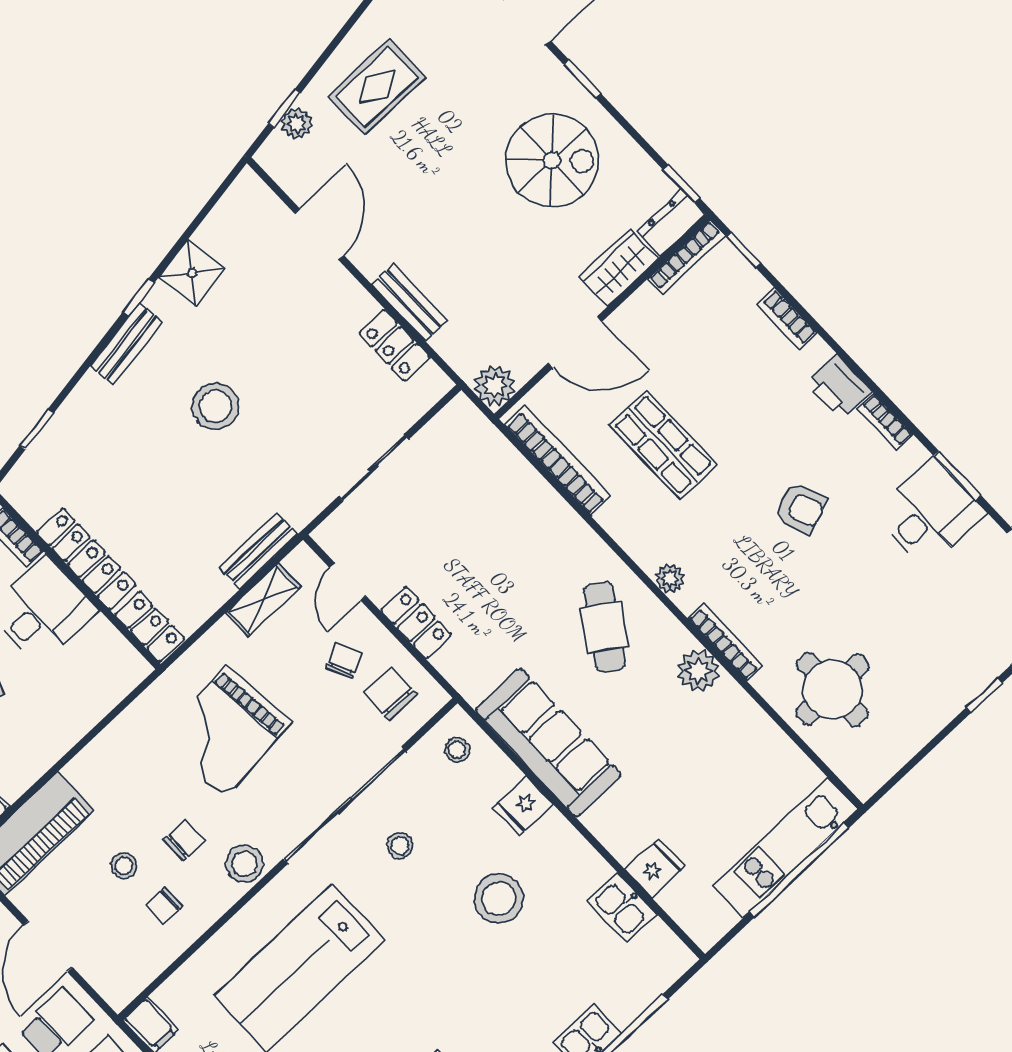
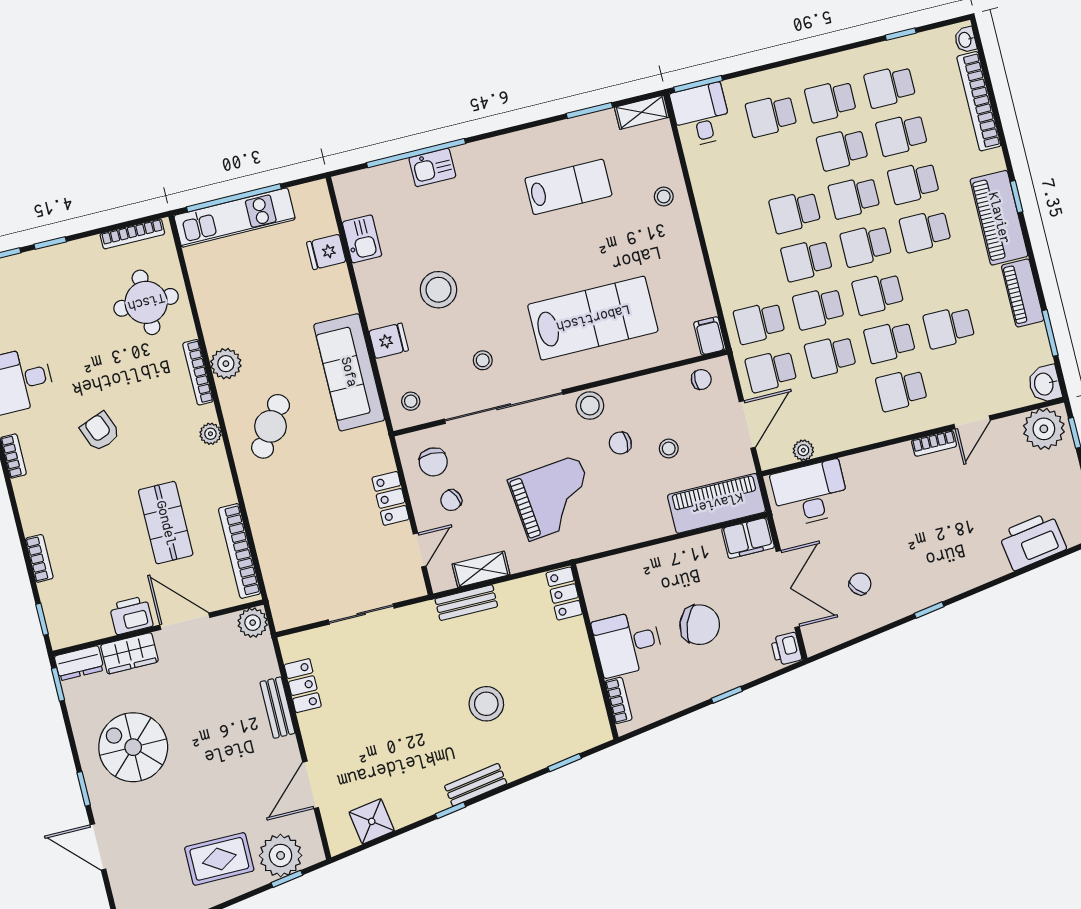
plant: (297, 123) -> (281, 855), width x1.88, depth x1.88
bookcase: (687, 257) -> (132, 234), moved, turned 180
shower: (192, 273) -> (372, 821), moved
printer: (839, 387) -> (131, 615), moved, turned -90
stool: (215, 406) -> (486, 704), moved
locker: (86, 559) -> (580, 661), removed
chair: (164, 905) -> (701, 379), moved

